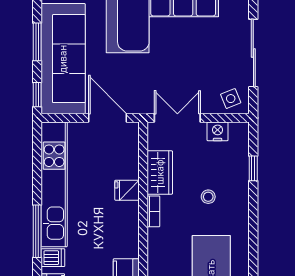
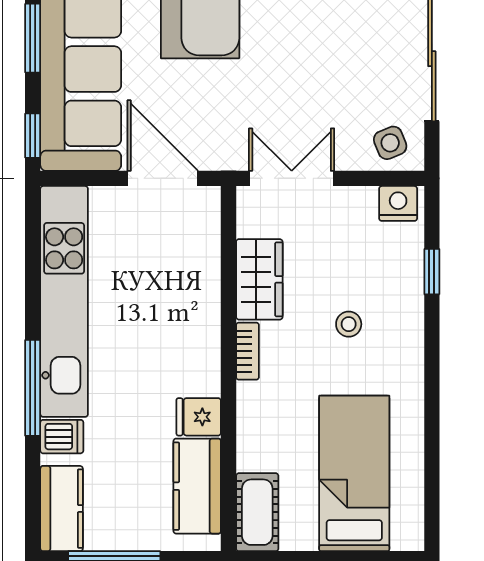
nightstand: (218, 131) -> (398, 203), moved
fridge: (127, 190) -> (199, 417), moved

